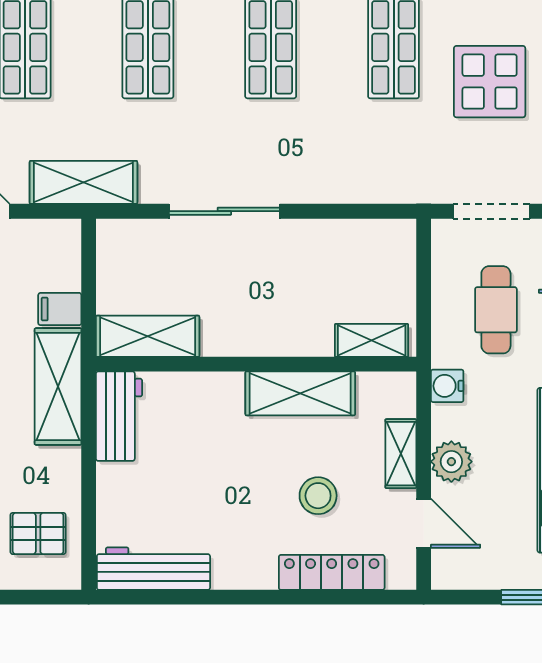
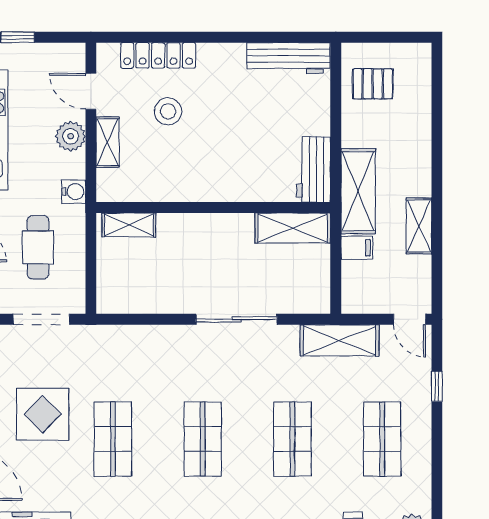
shelving: (300, 393) -> (181, 186), removed

